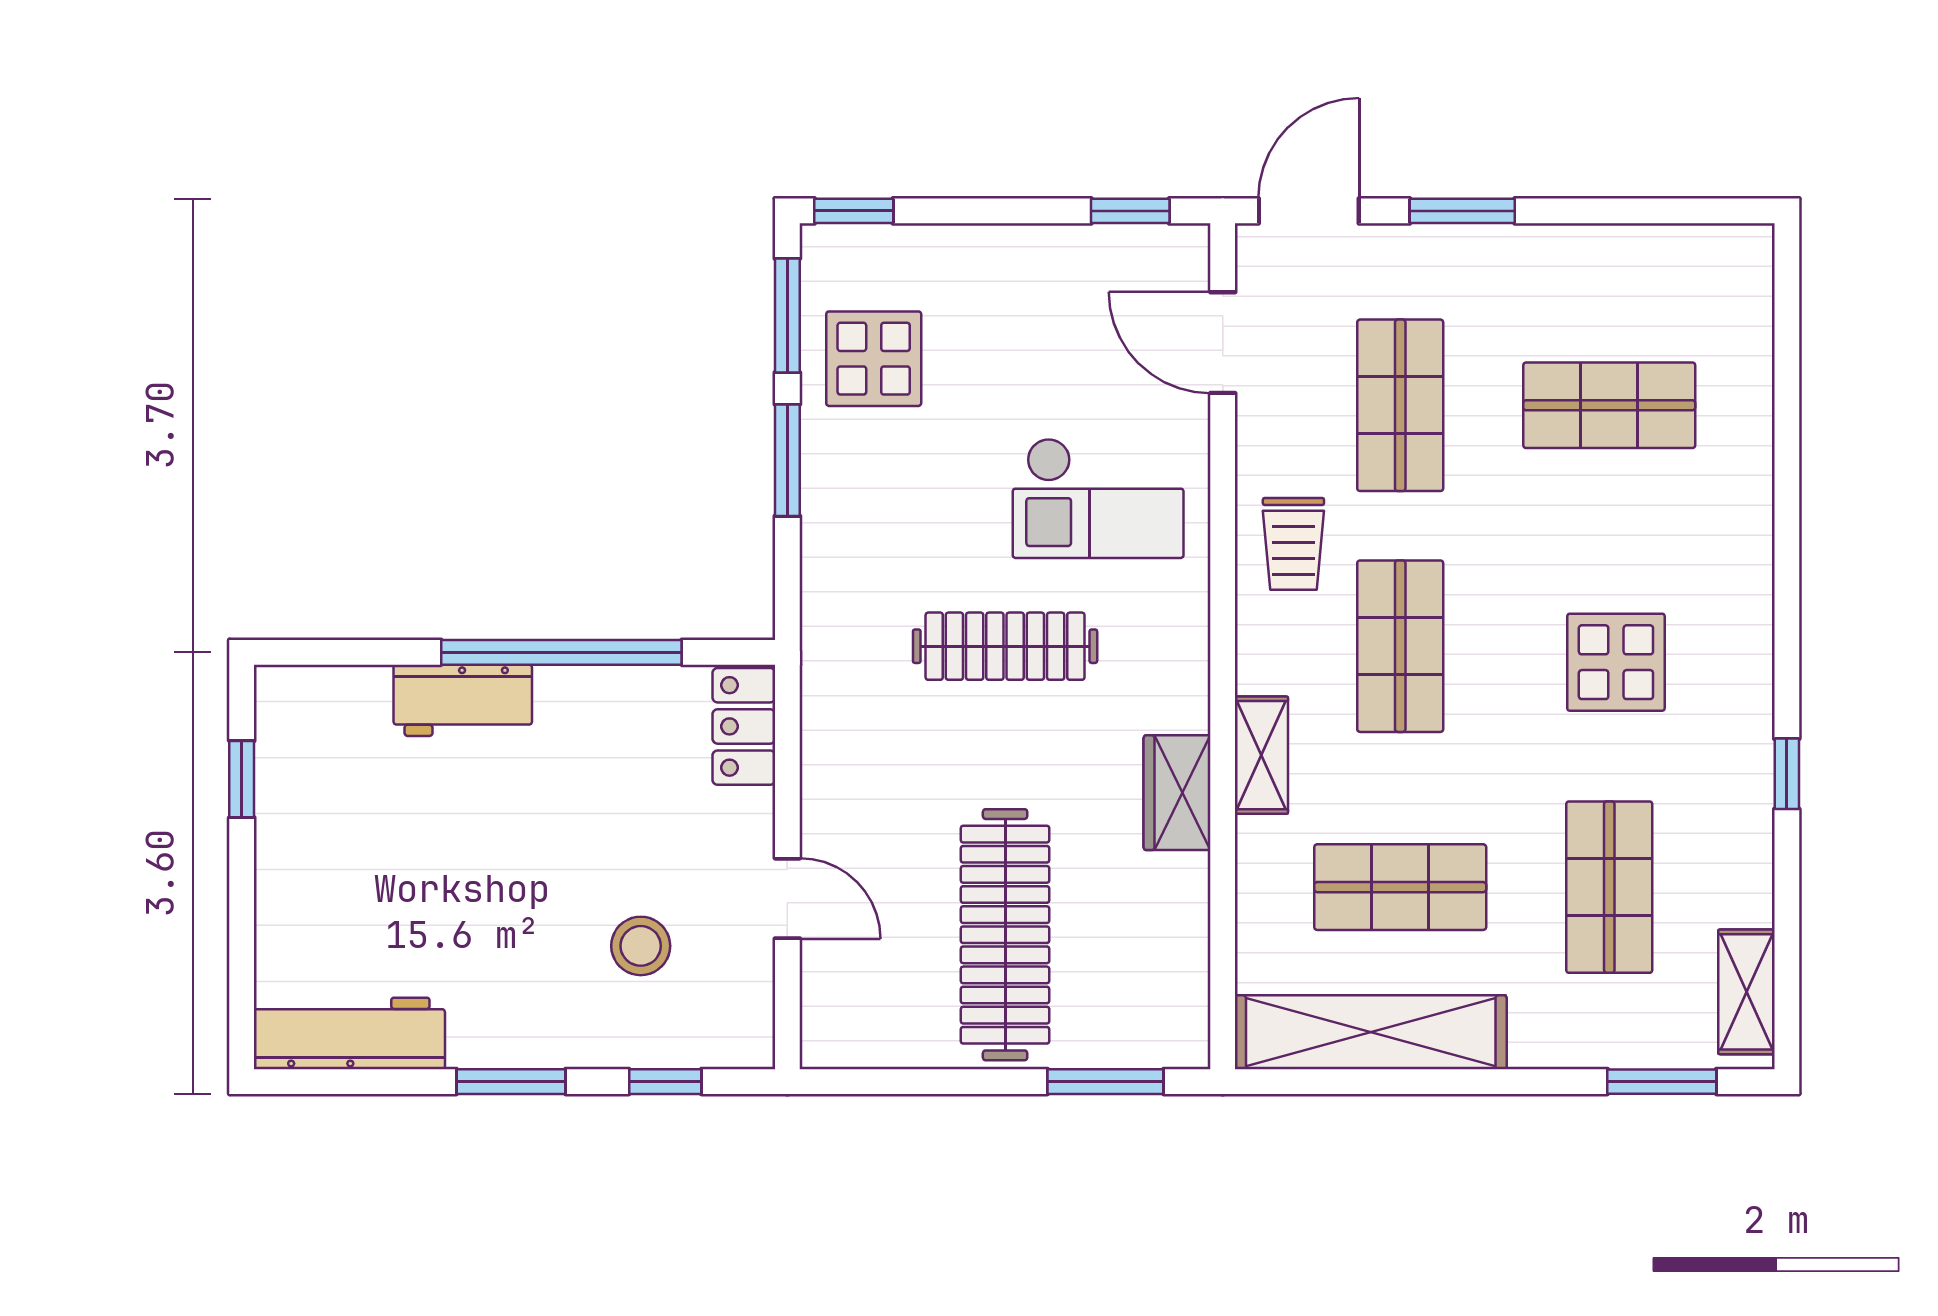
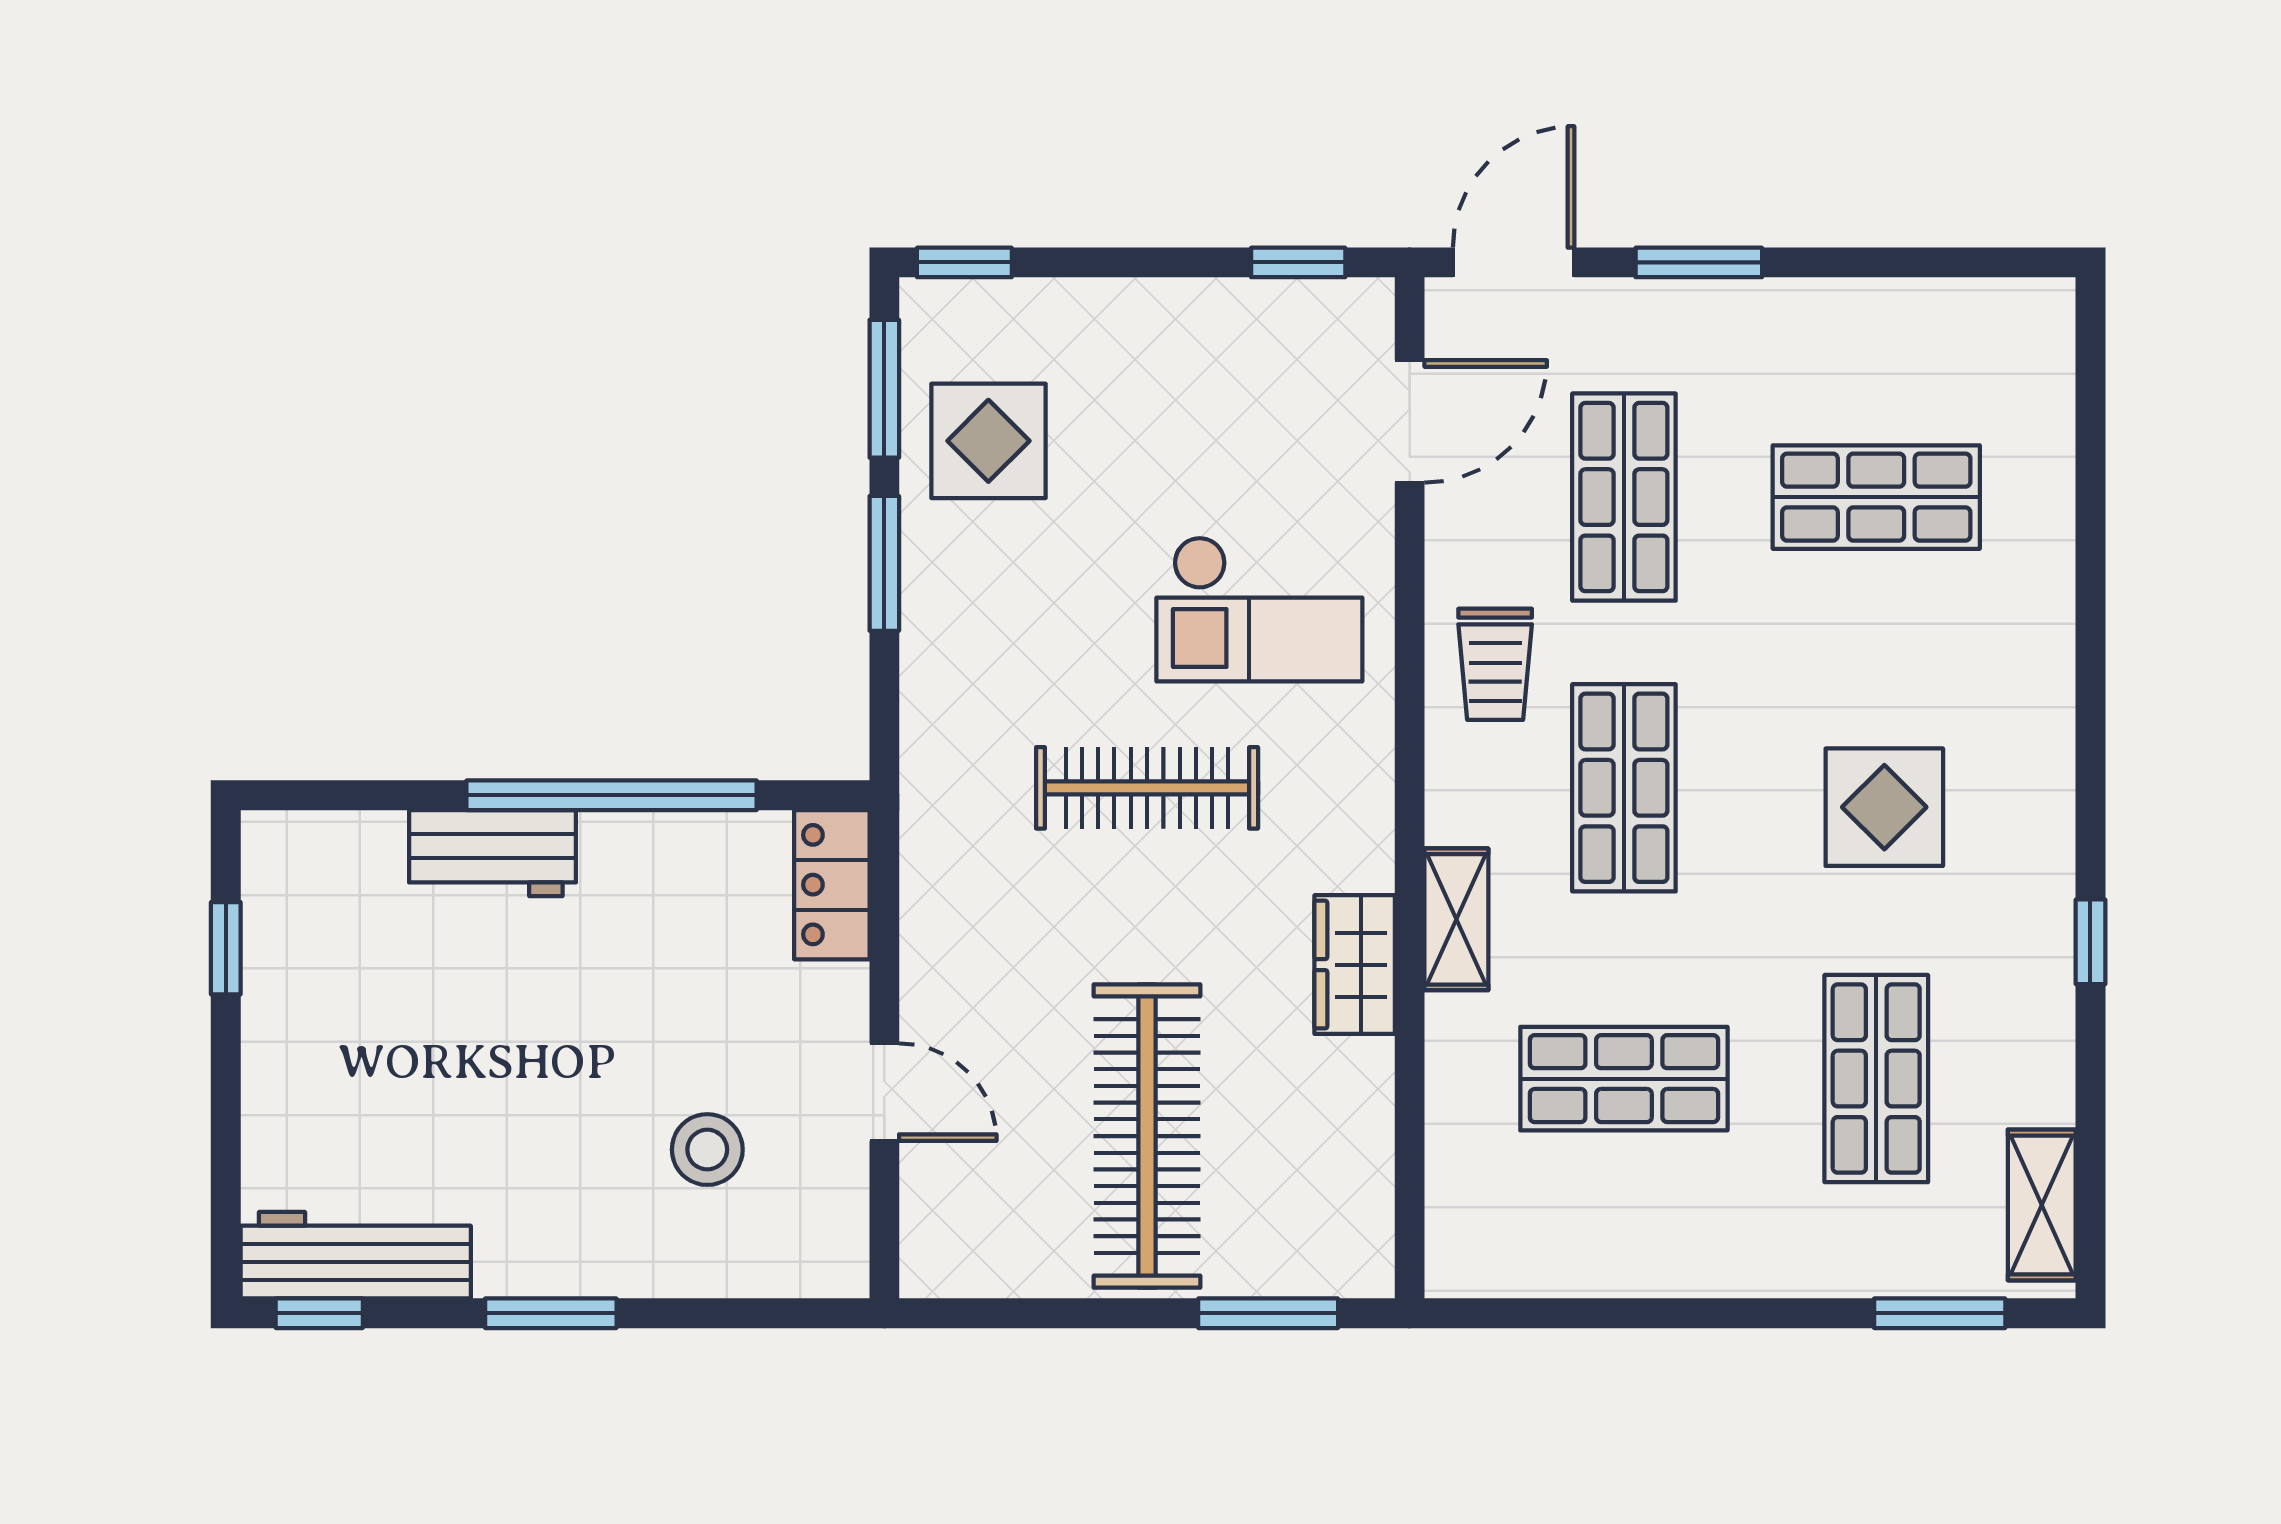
door: (1223, 343) -> (1410, 421), swing flipped
shelving: (1371, 1032) -> (1588, 1254), removed
window: (665, 1082) -> (319, 1313), moved

